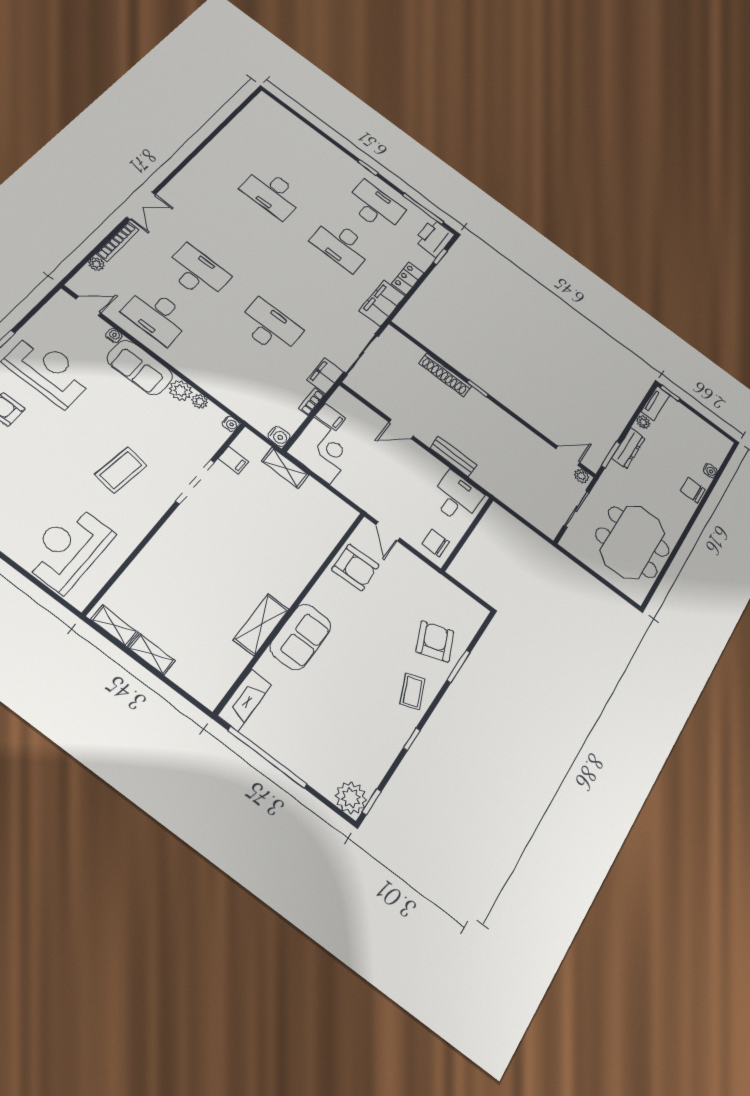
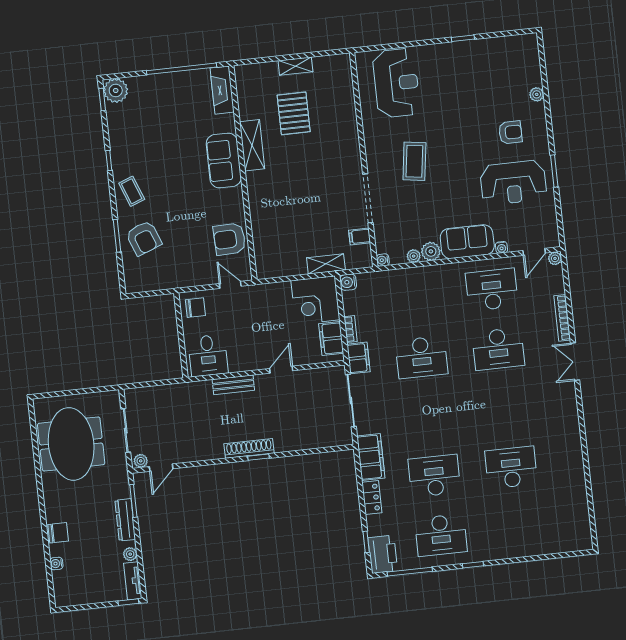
plant: (96, 264) -> (555, 258), moved
shoe rack: (445, 375) -> (249, 448), moved
filing cabinet: (330, 417) -> (331, 339), width x2.00
pallet: (195, 615) -> (294, 113), added
shelving: (114, 626) -> (330, 62), removed

